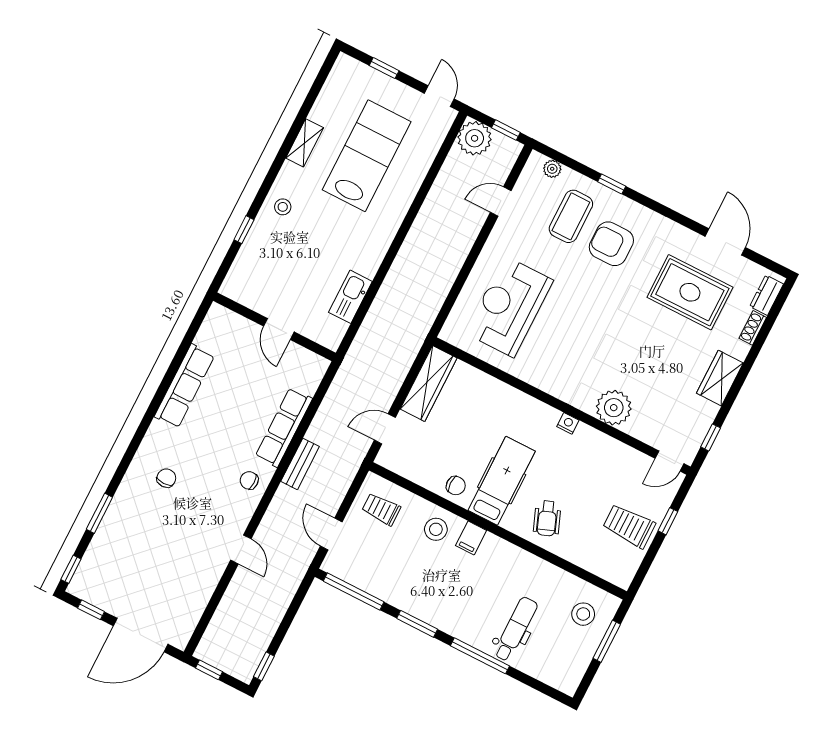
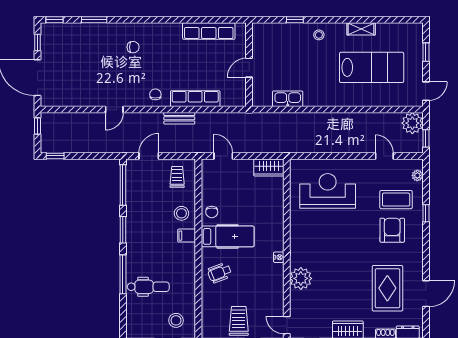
wardrobe: (429, 384) -> (269, 168), width x0.67
row of seats: (184, 386) -> (209, 31), moved

